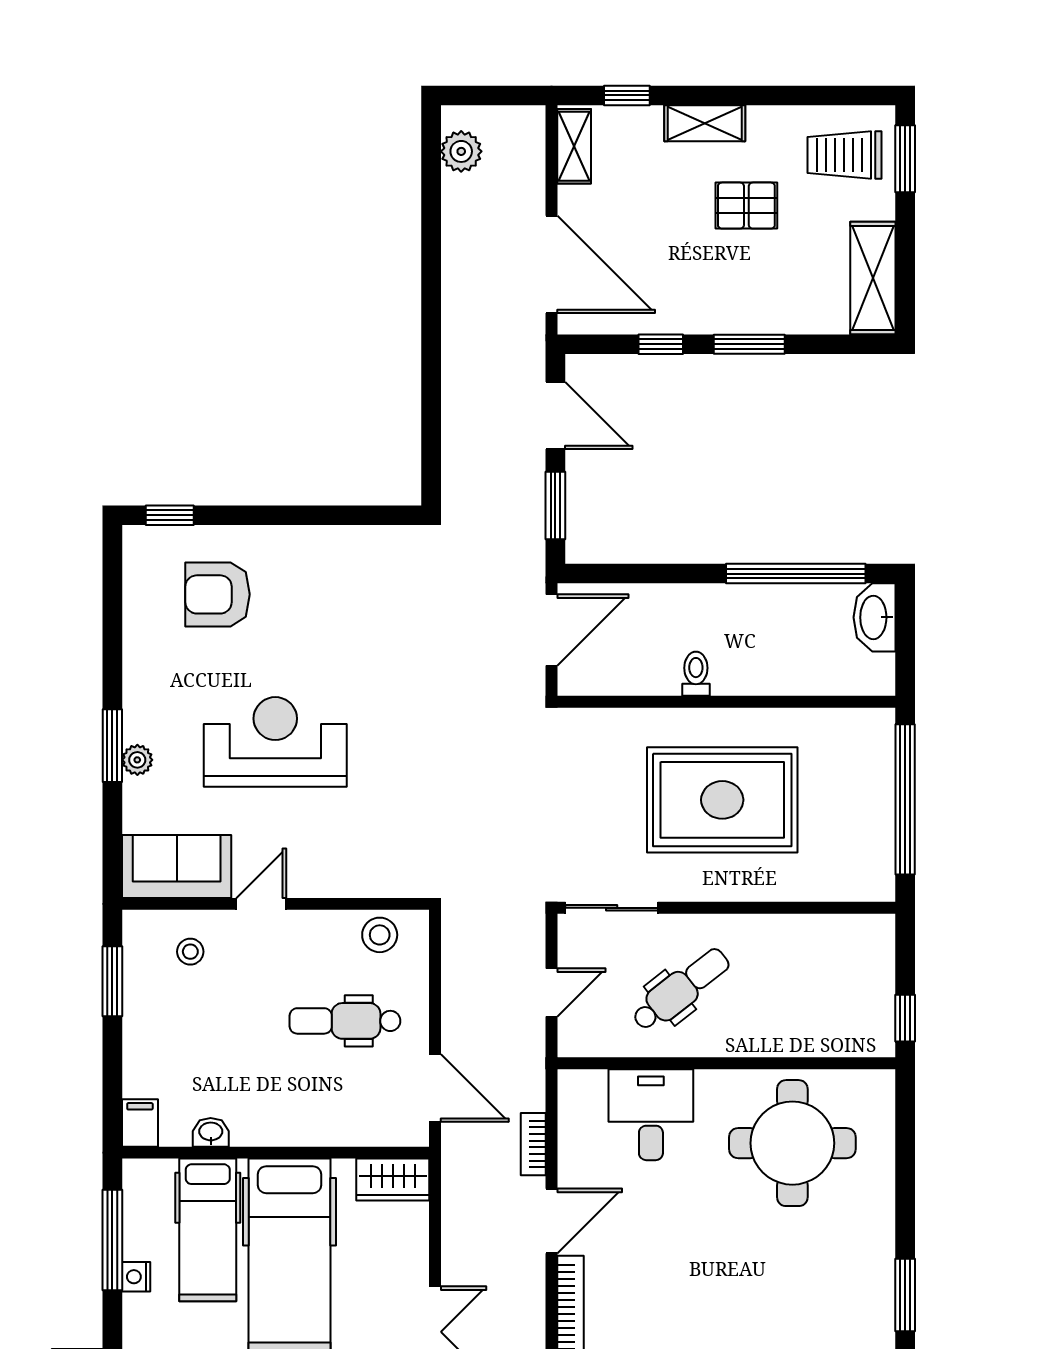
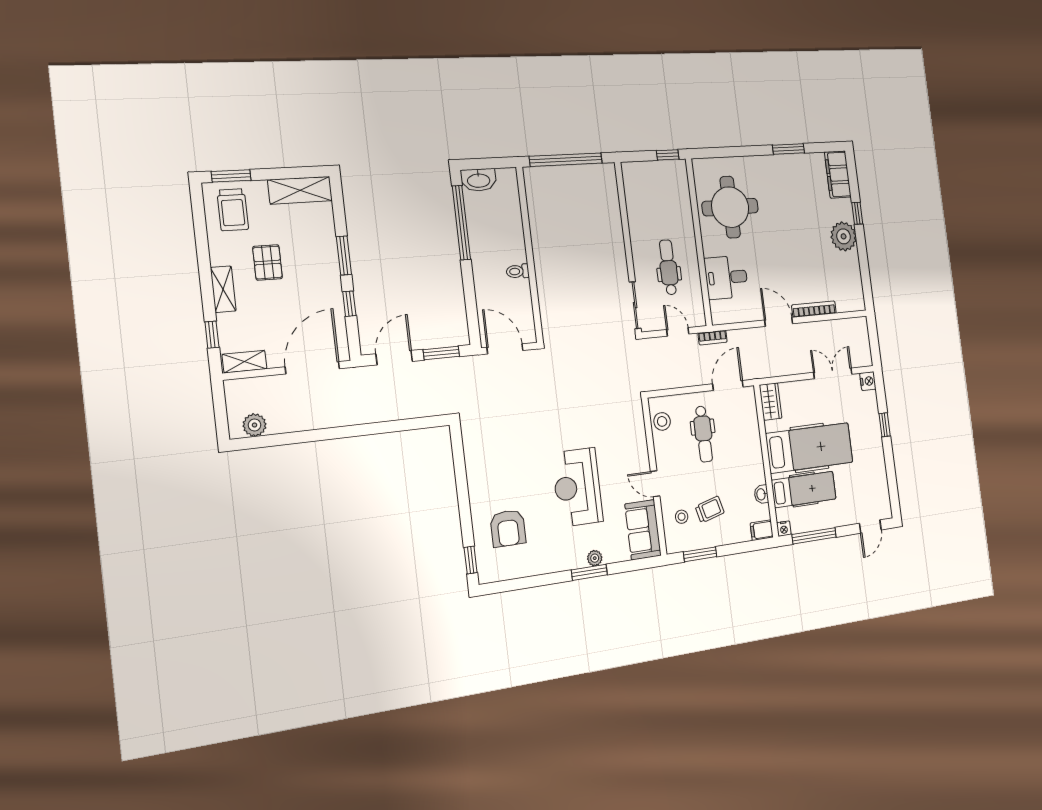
rug: (722, 800) -> (577, 253), removed
dental chair: (681, 989) -> (668, 267), turned 38
trolley: (196, 1014) -> (710, 510), added
bookcase: (533, 1144) -> (713, 338), moved
nightstand: (136, 1277) -> (784, 529), moved

